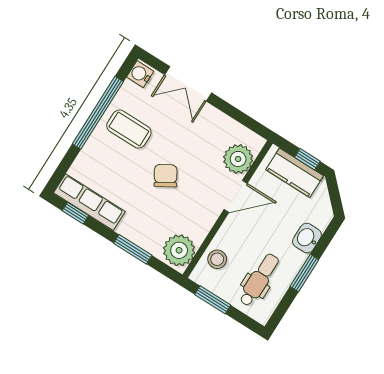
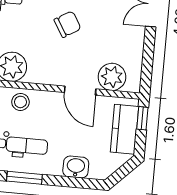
window: (307, 159) -> (142, 118), moved
window: (304, 273) -> (24, 178), moved

